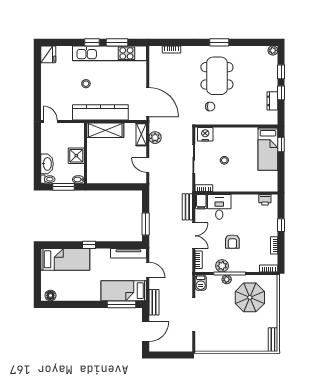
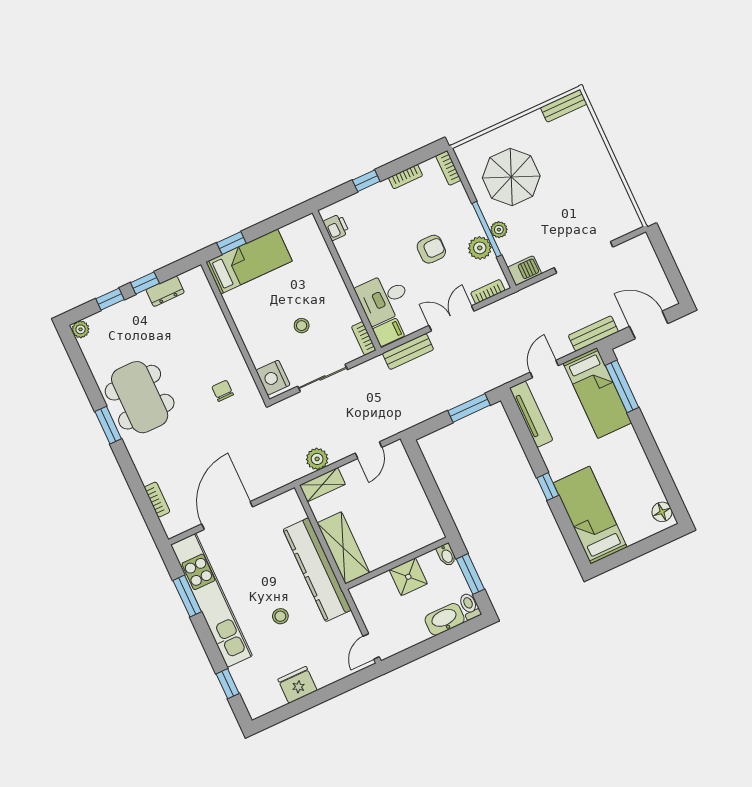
window: (92, 42) -> (228, 684), moved
fridge: (48, 54) -> (298, 685), moved
dining table: (217, 76) -> (140, 397), moved, turned 90
door: (148, 102) -> (227, 515), moved

